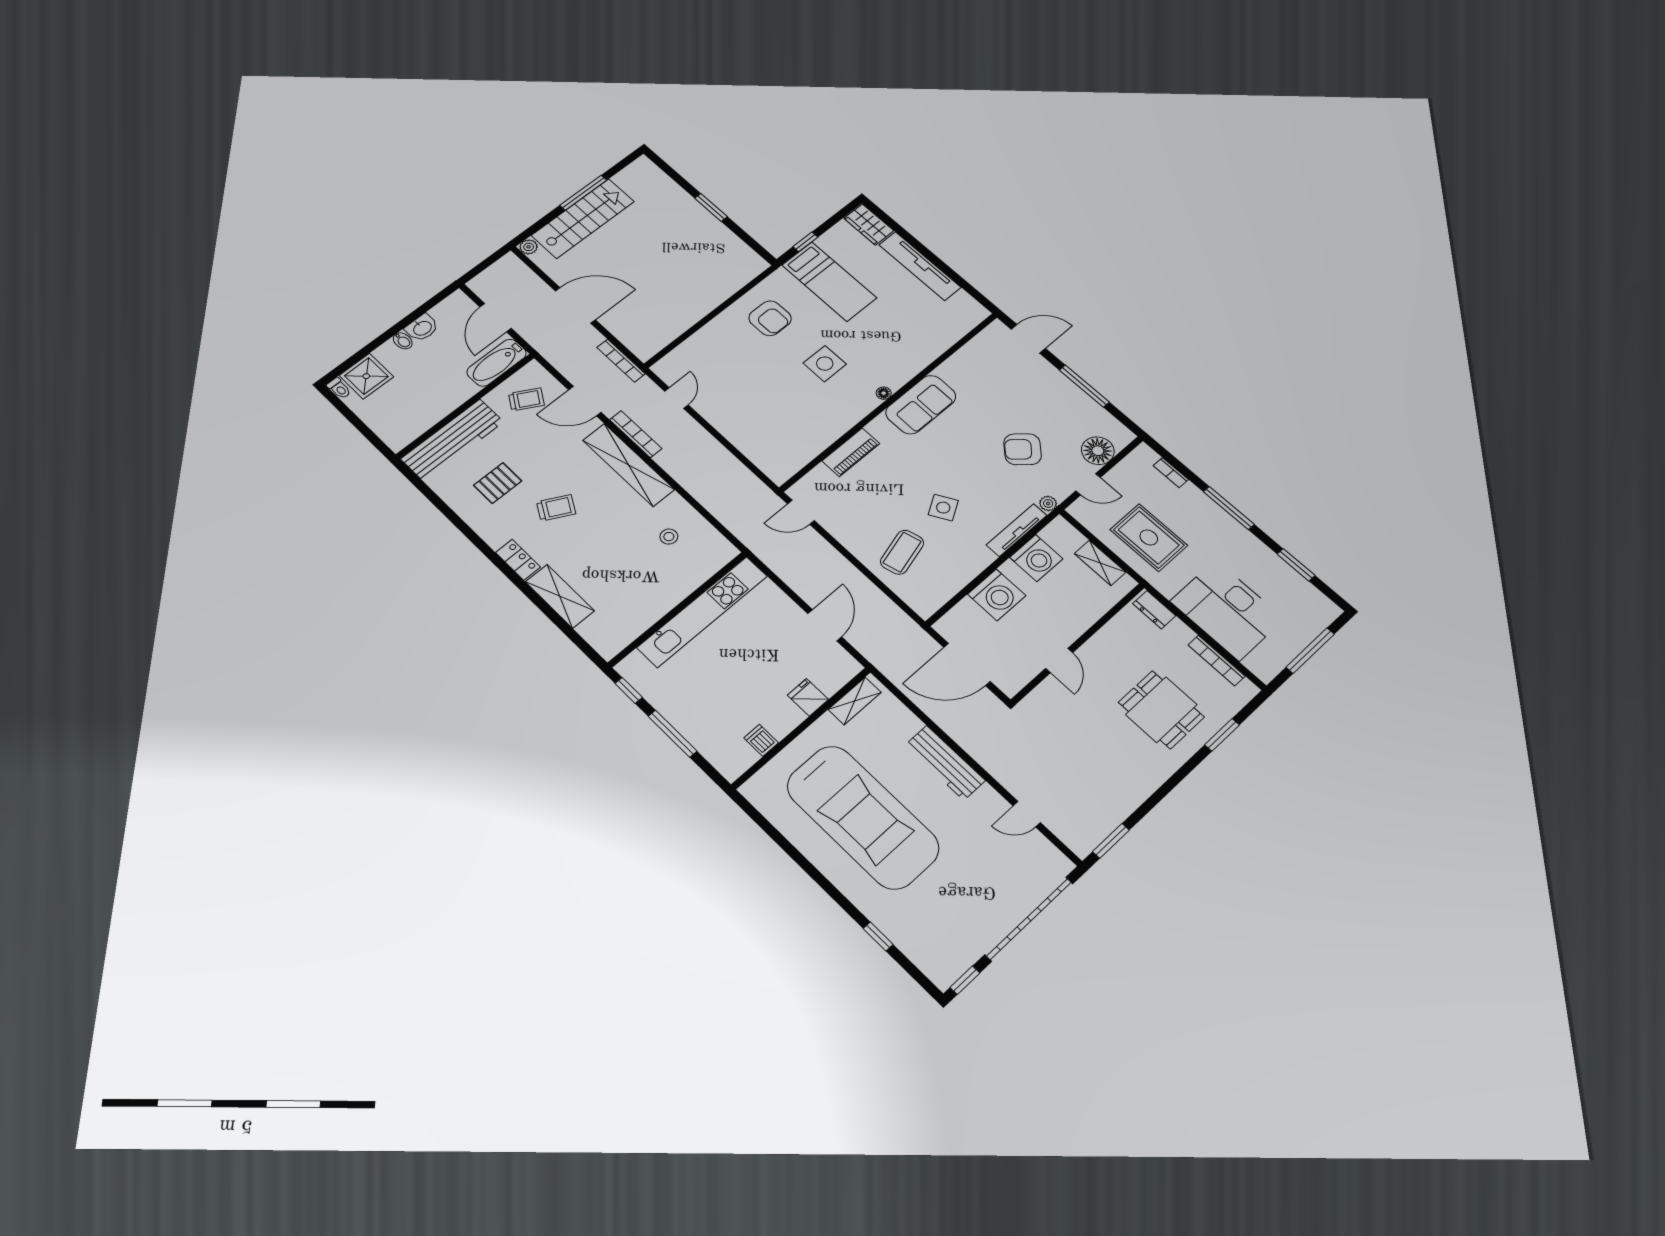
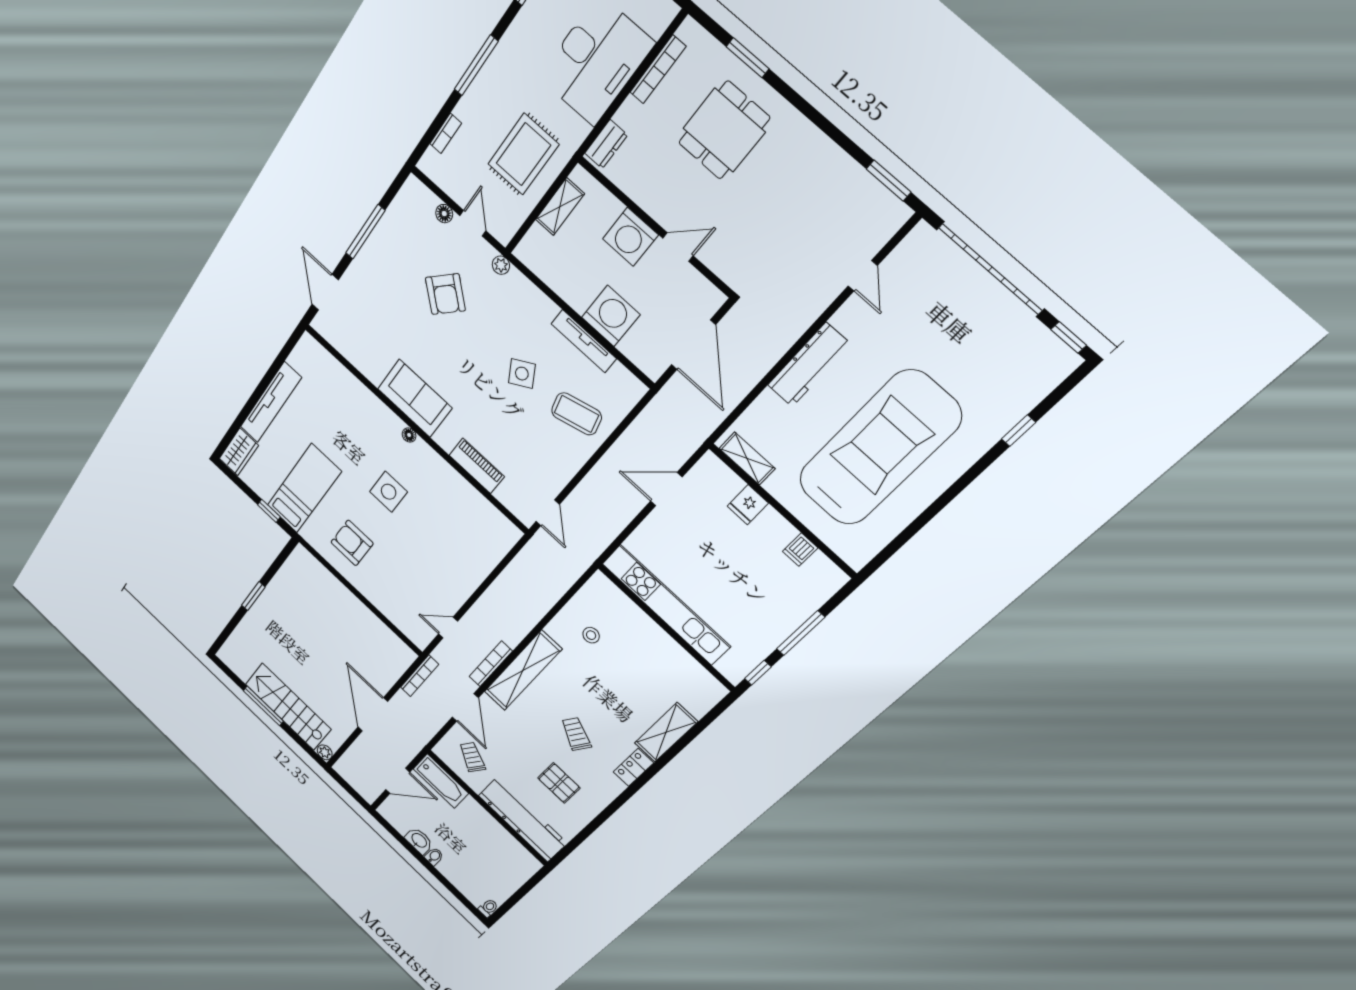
armchair: (770, 318) -> (352, 543), turned -90
shower: (366, 376) -> (473, 886), removed
floor lamp: (1098, 451) -> (444, 214), width x0.53, depth x0.53
tv unit: (1017, 530) -> (584, 341), moved
washing machine: (1036, 558) -> (630, 237), moved, turned 180

